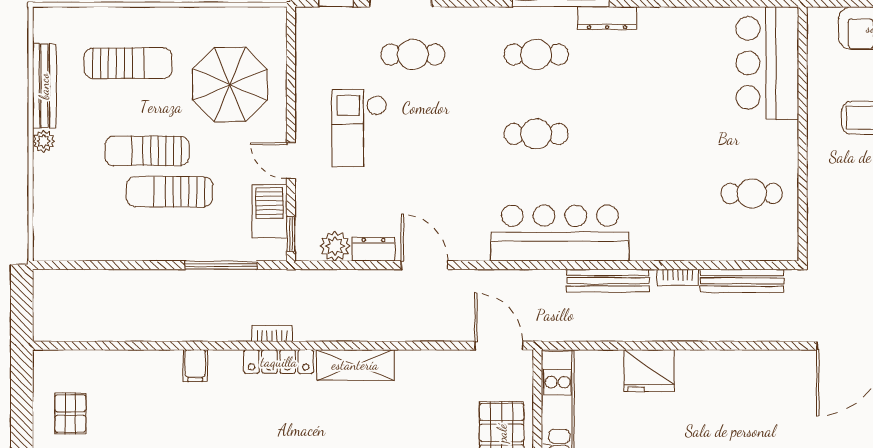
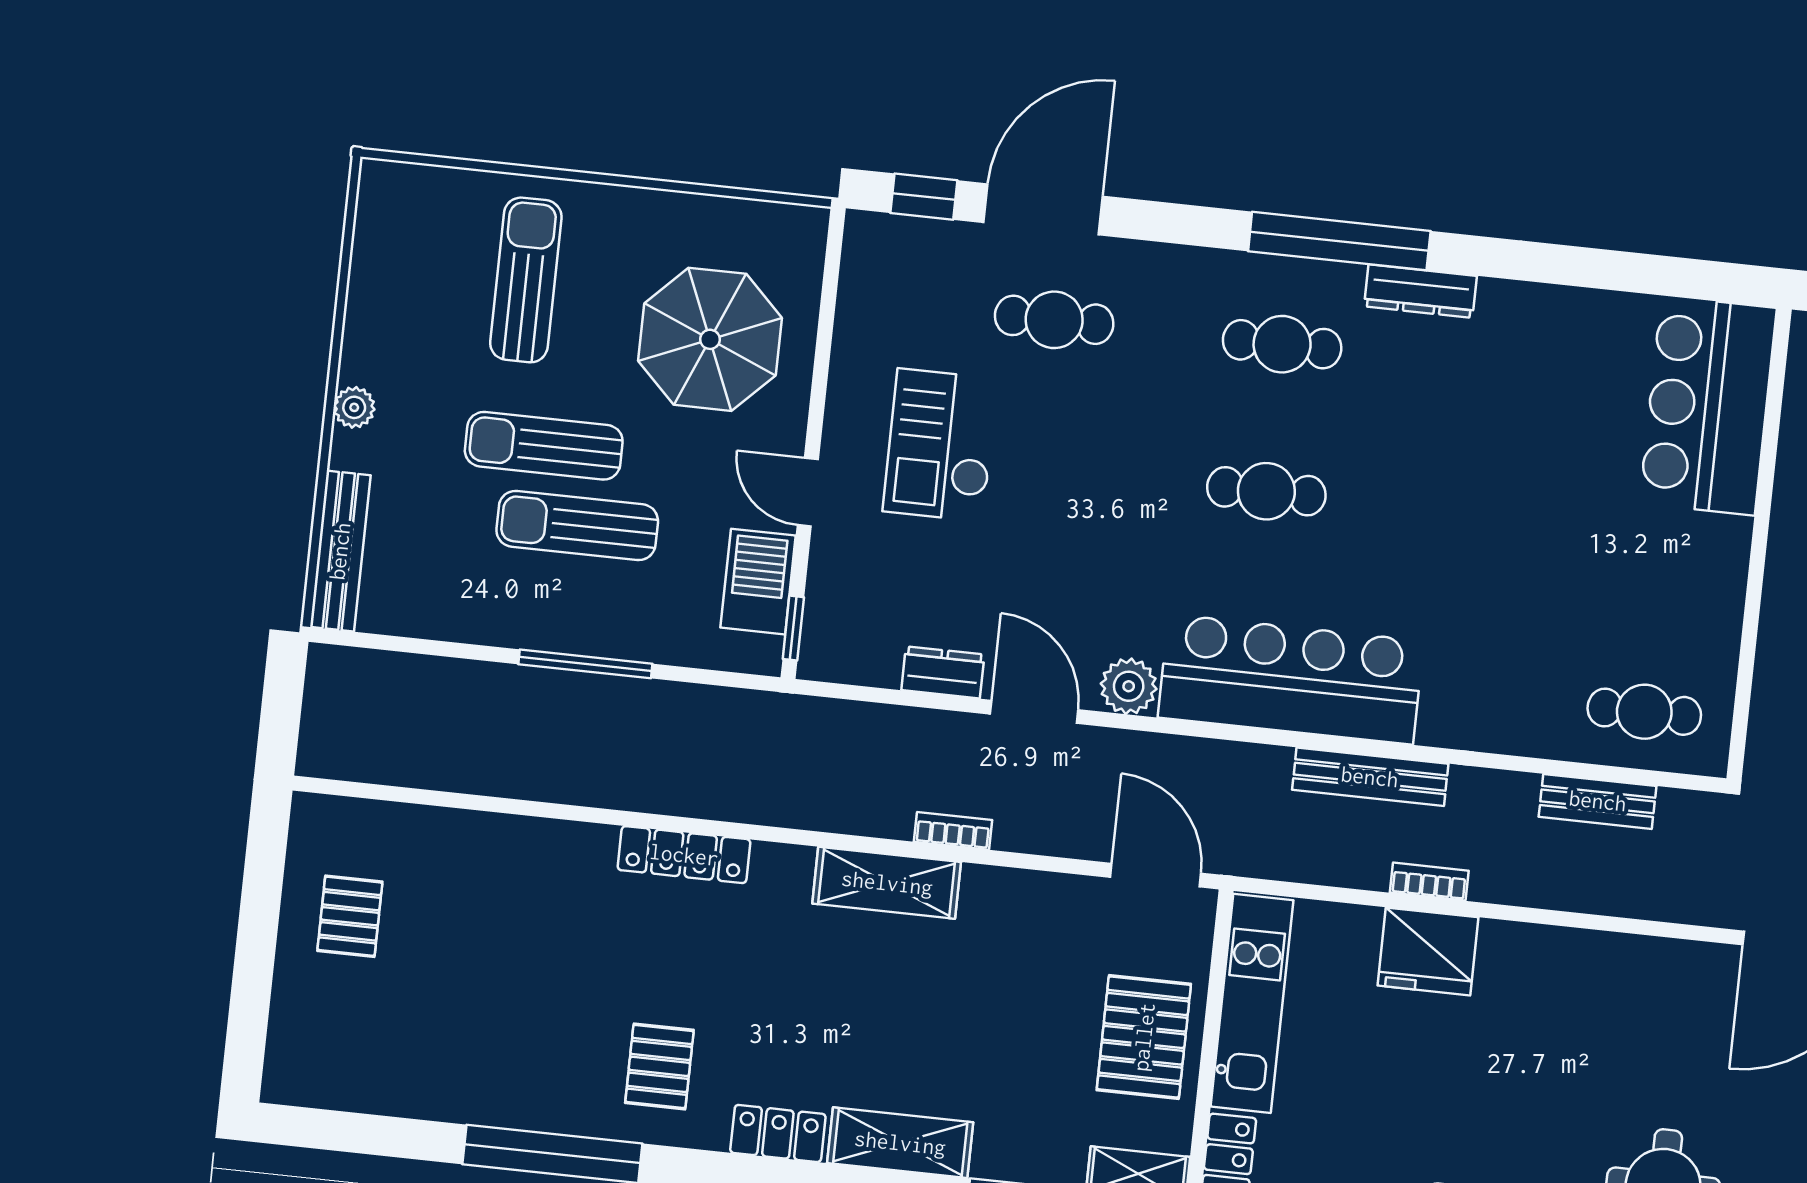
sun lounger: (128, 63) -> (526, 280), turned -90
bench: (44, 86) -> (340, 551), moved
cafe table: (752, 193) -> (1644, 712), moved
plant: (335, 246) -> (1129, 686), moved
window: (221, 265) -> (585, 664), moved
bookcase: (678, 277) -> (1429, 882), moved, turned 180
bench: (742, 281) -> (1598, 801), width x0.73
bookcase: (272, 333) -> (953, 831), moved
locker: (279, 362) -> (684, 855), moved
filing cabinet: (195, 366) -> (590, 852), removed

